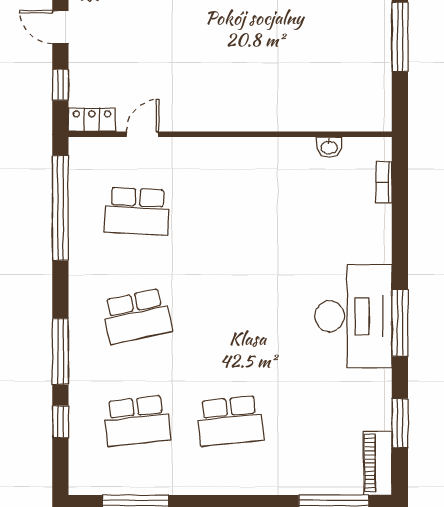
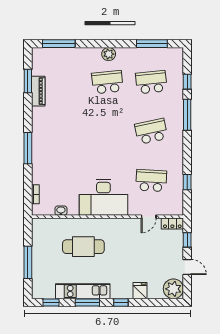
cafe table: (281, 70) -> (83, 247), added
window: (60, 208) -> (187, 182), width x0.32
desk: (353, 316) -> (103, 197), moved, turned -90
window: (400, 323) -> (28, 148), moved
piano: (378, 463) -> (38, 91), moved
plant: (228, 481) -> (109, 54), added

